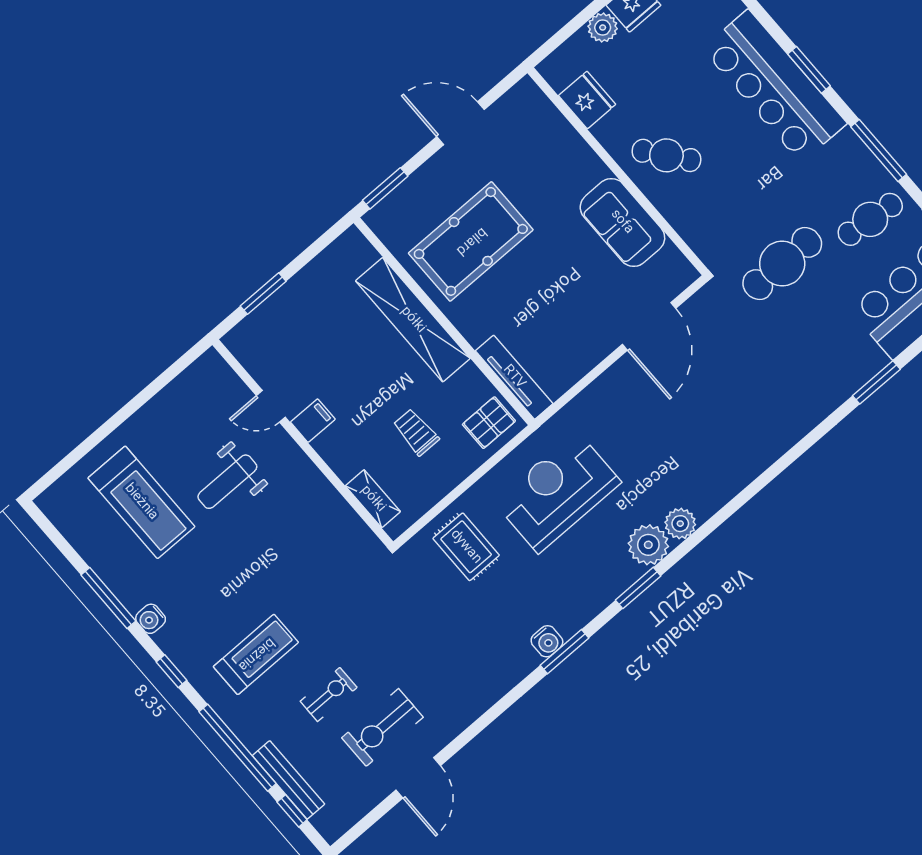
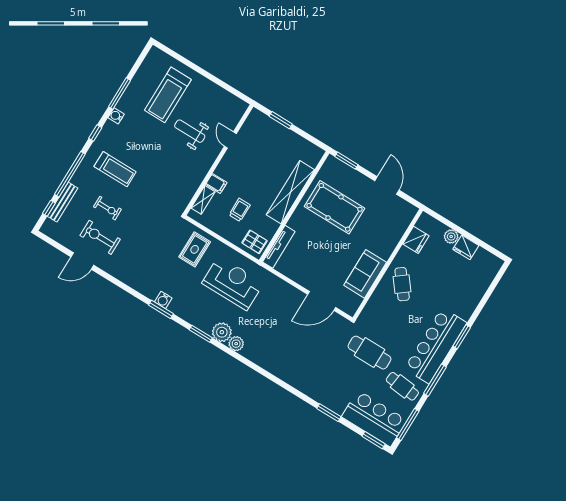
bar counter: (775, 86) -> (436, 346), moved
filing cabinet: (313, 421) -> (216, 183), moved

